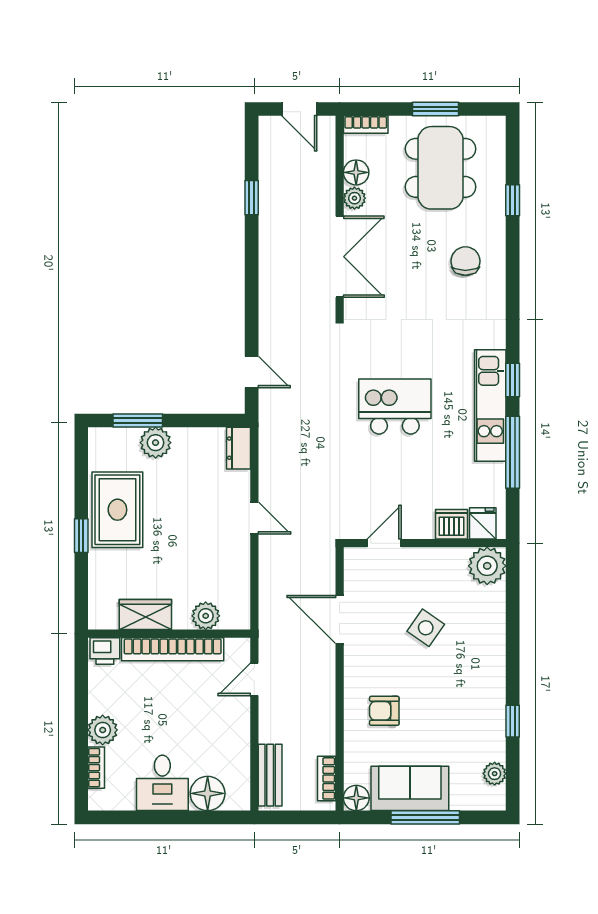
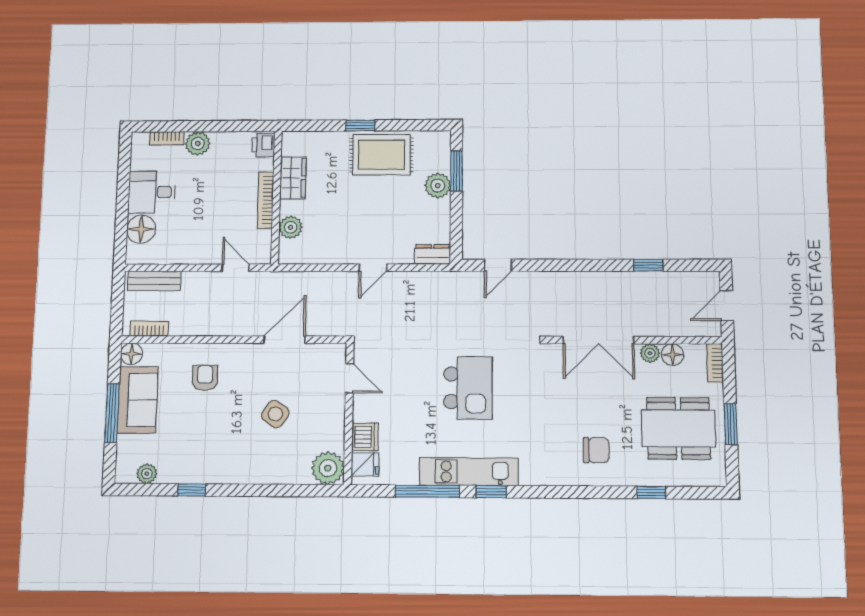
bookcase: (173, 649) -> (266, 200), width x0.68, depth x0.76

